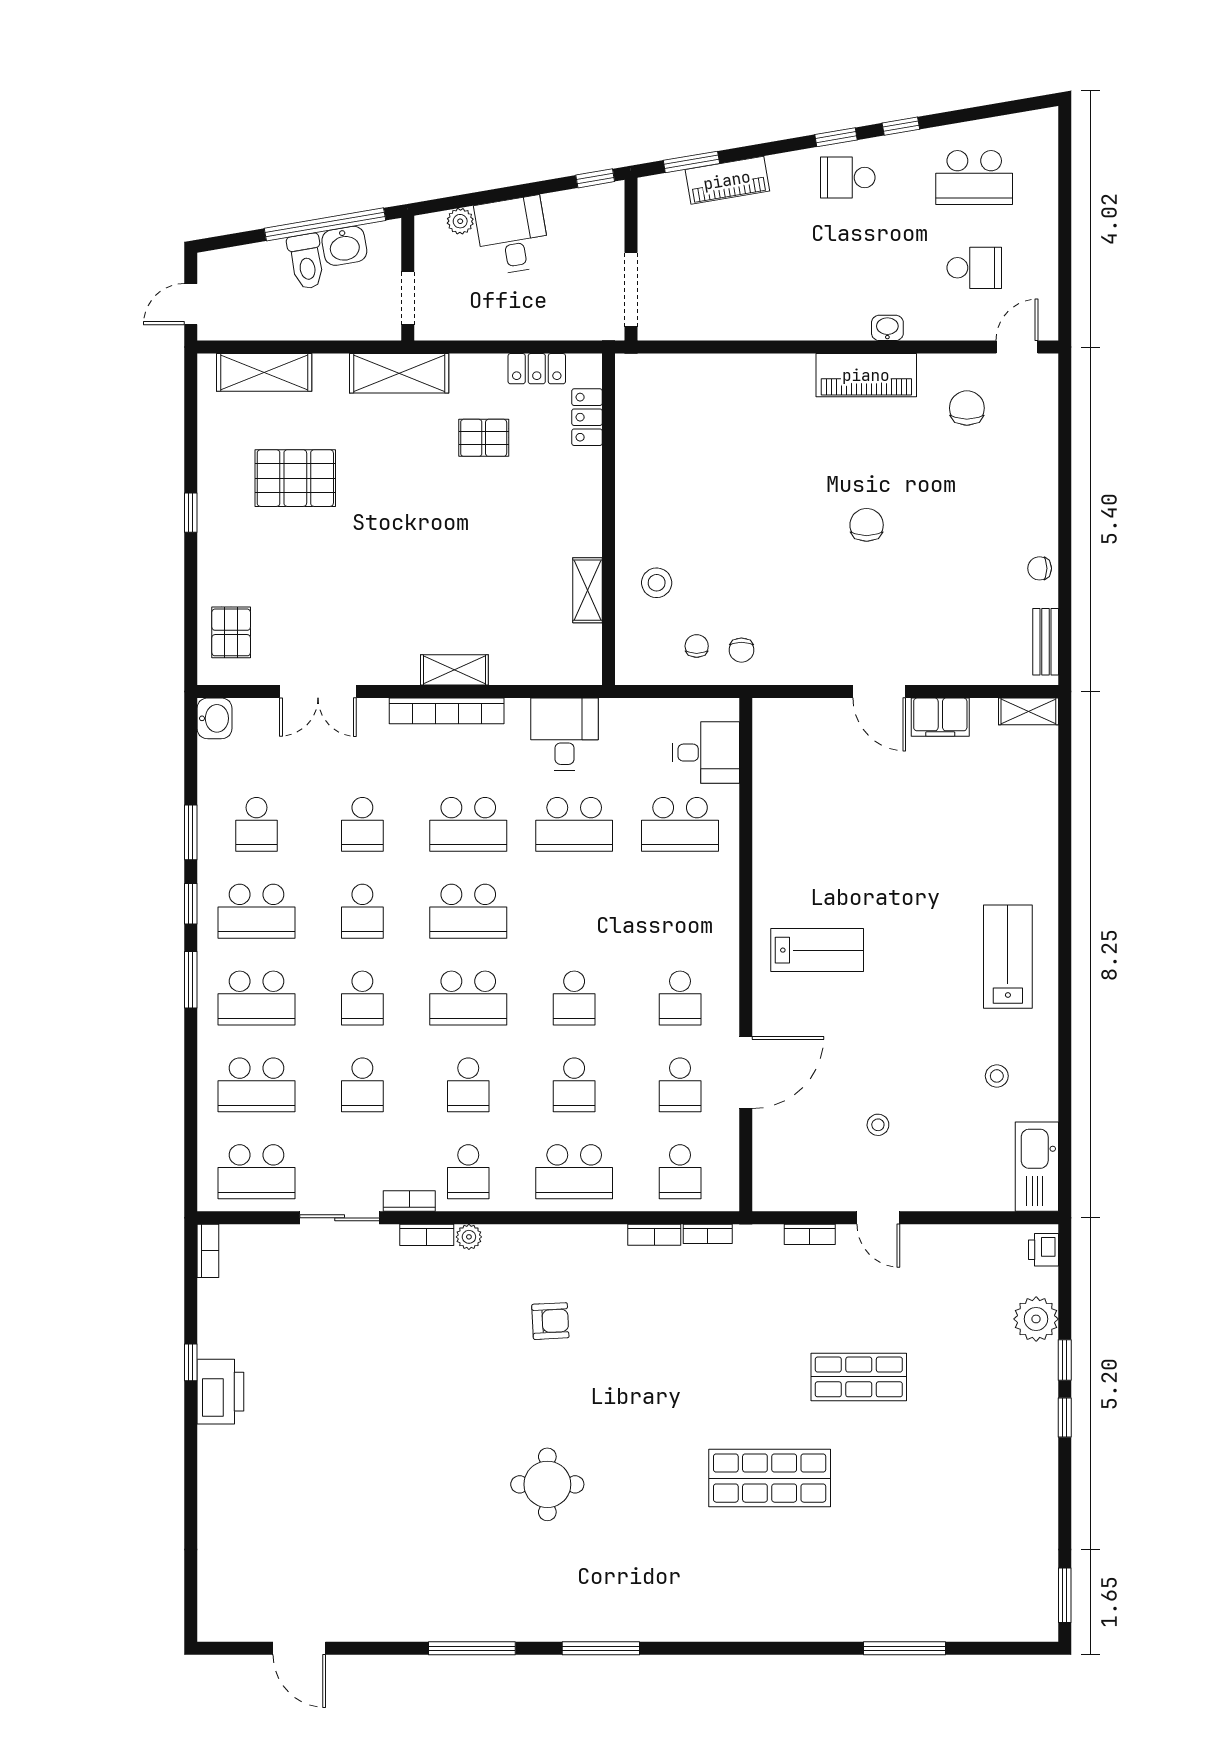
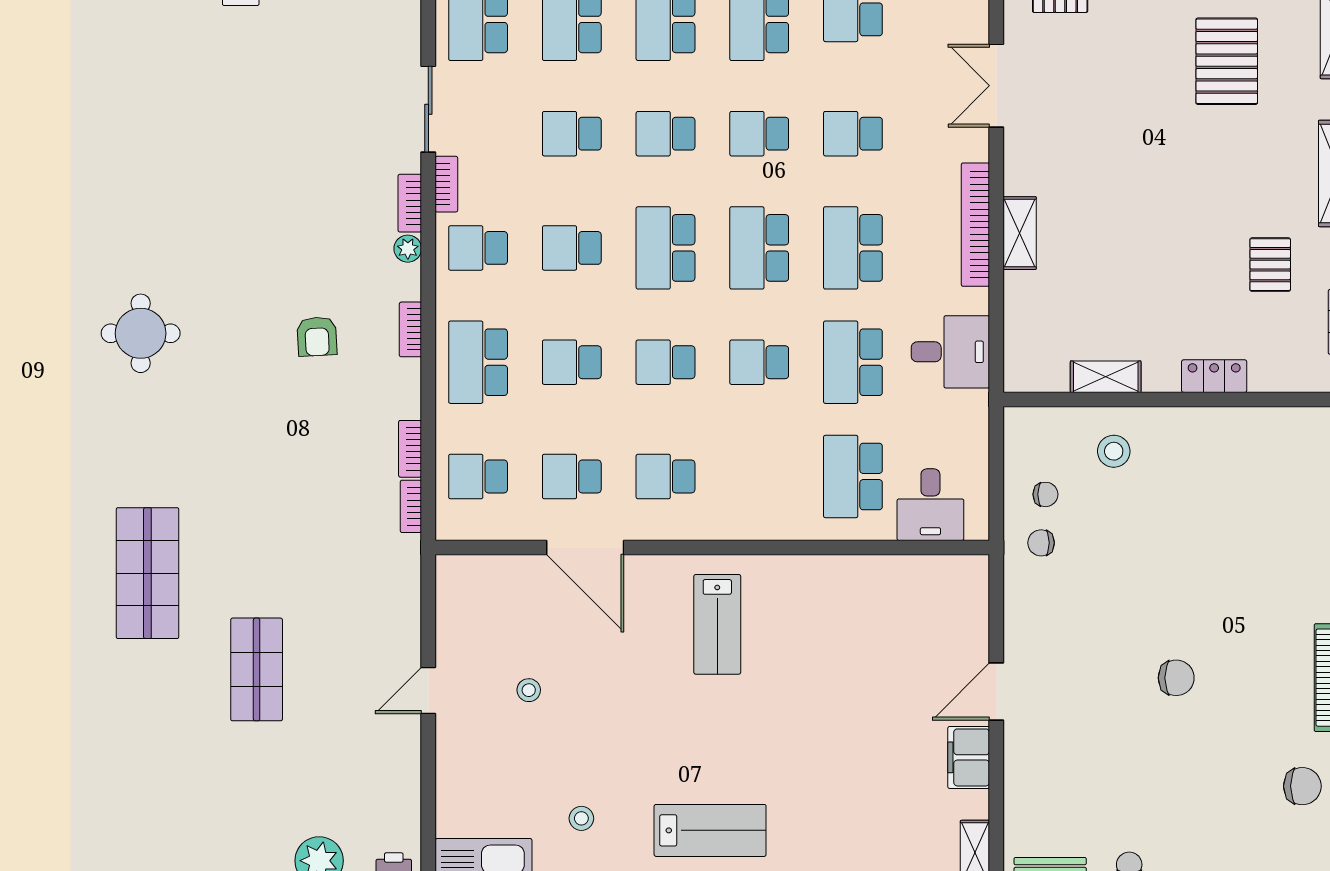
locker: (587, 417) -> (1214, 376), moved
school desk: (574, 911) -> (759, 362), added
bookcase: (810, 1234) -> (410, 329), moved

